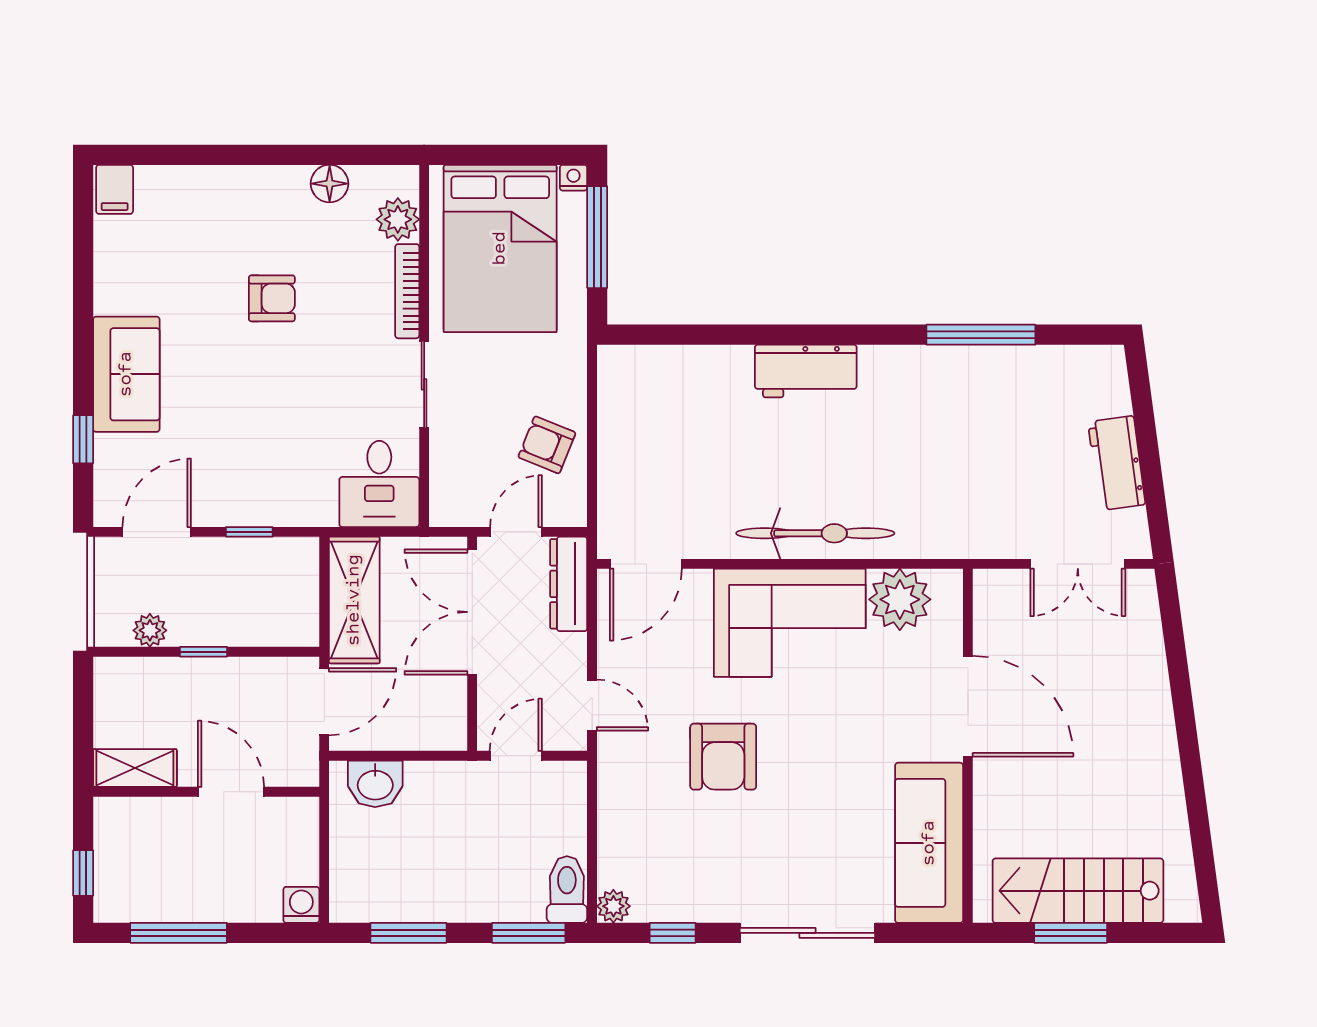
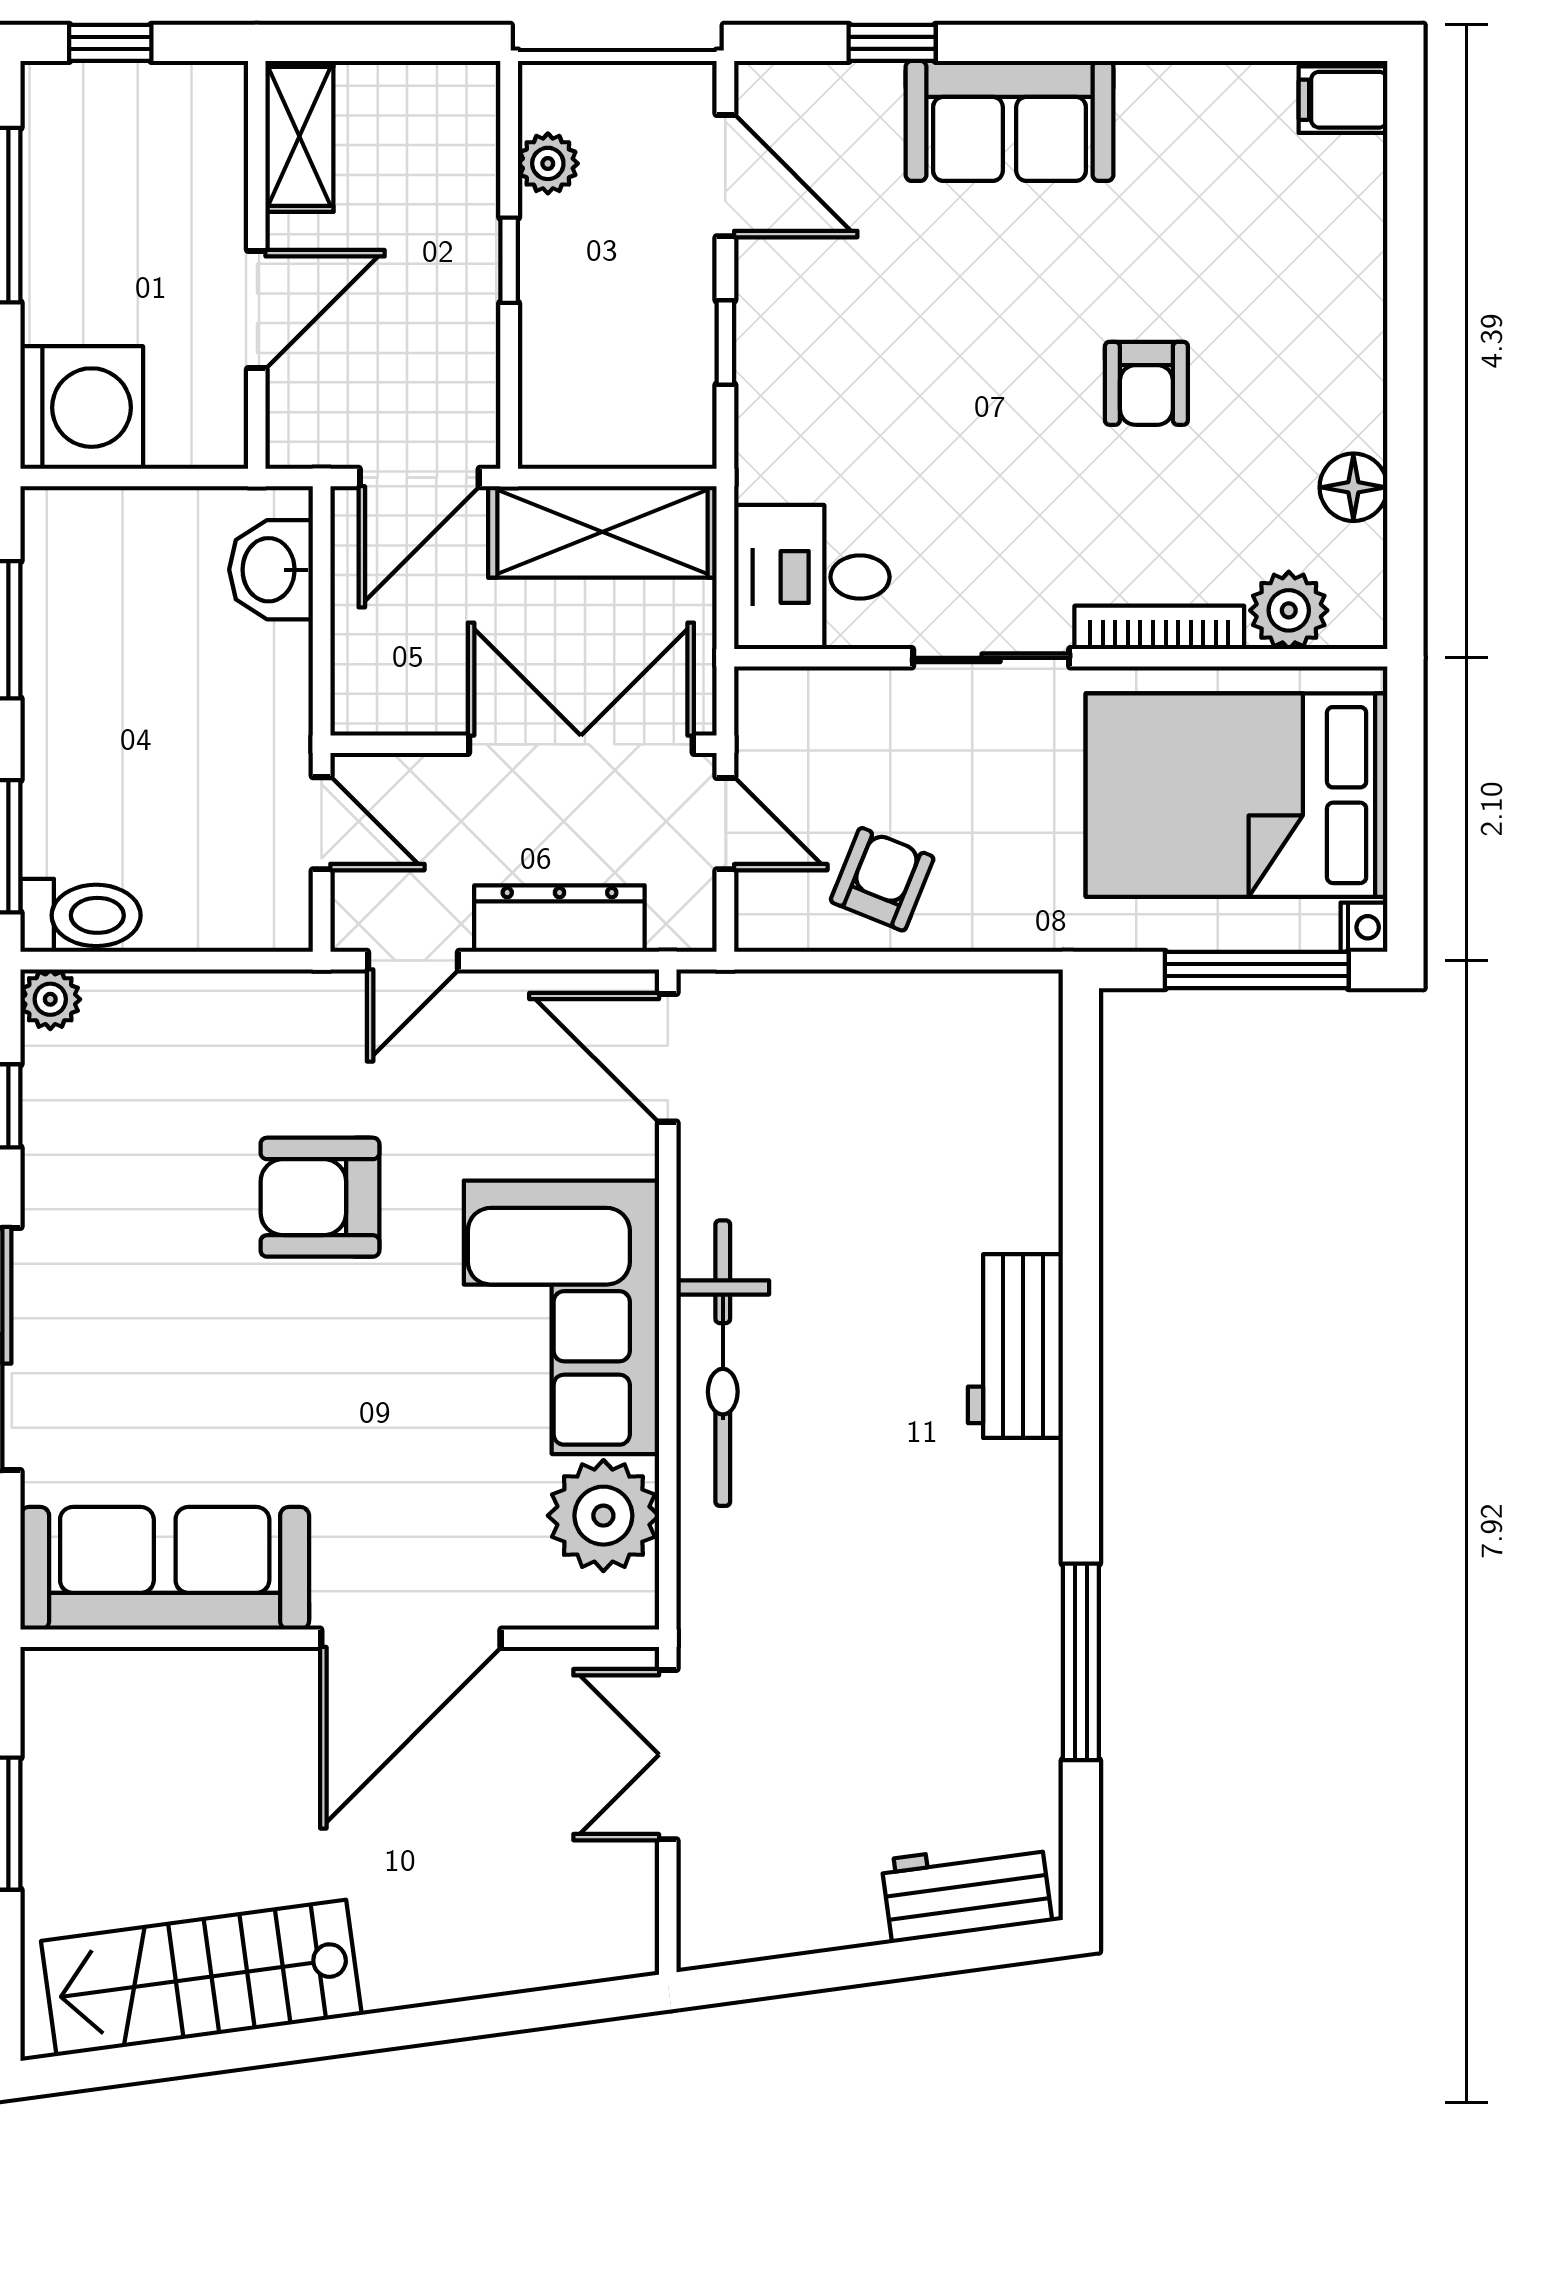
workbench: (1117, 463) -> (967, 1891), moved
double door: (1078, 564) -> (668, 1755), moved
dresser: (569, 584) -> (559, 919), moved
door: (324, 702) -> (419, 478), hinge flipped
stairs: (1078, 891) -> (201, 1978), moved, turned -98
washing machine: (301, 905) -> (82, 408), width x1.89, depth x1.89

